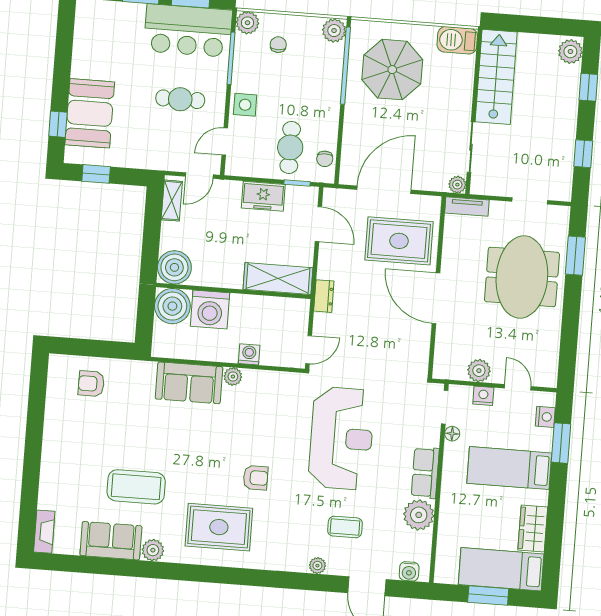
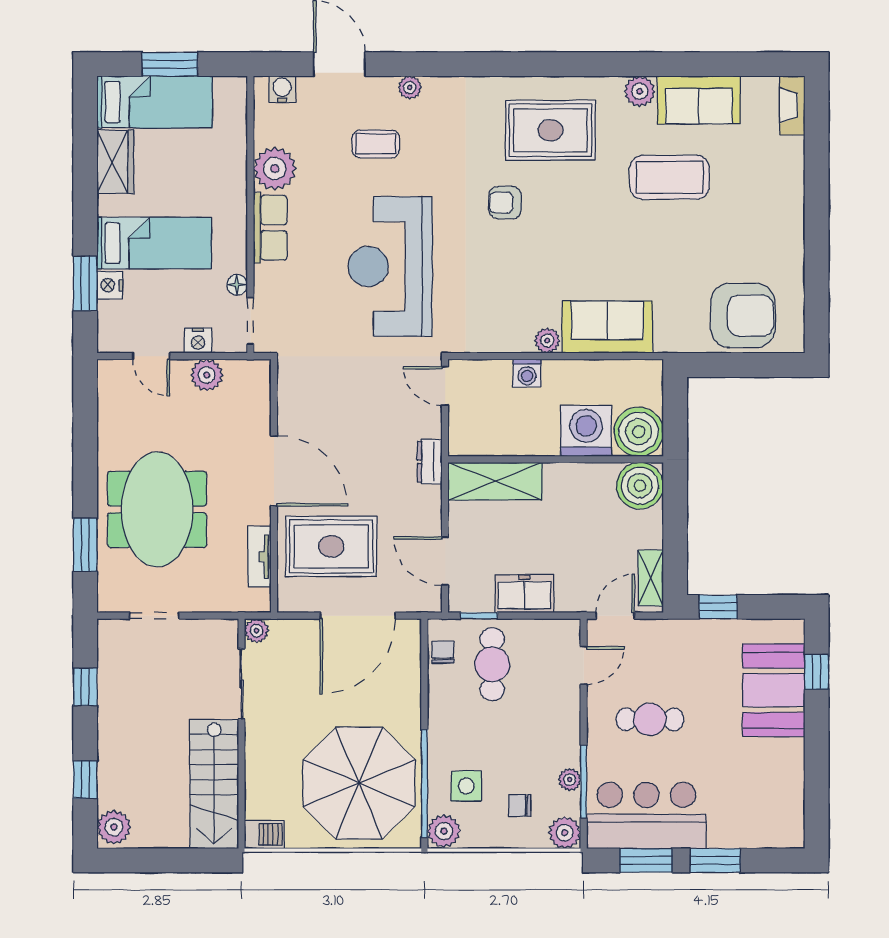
barbecue: (457, 40) -> (264, 834), width x0.73, depth x0.79
chair: (278, 45) -> (520, 806), turned 90
plant: (241, 60) -> (570, 780), added
parasol: (392, 70) -> (359, 783), width x1.36, depth x1.36
side table: (245, 105) -> (466, 786), moved
window: (96, 174) -> (718, 607), moved
tv unit: (467, 207) -> (259, 557), moved, turned -90
door: (309, 350) -> (445, 386), hinge flipped
armchair: (91, 384) -> (743, 316), width x1.88, depth x1.88
nightstand: (545, 417) -> (110, 285), moved

